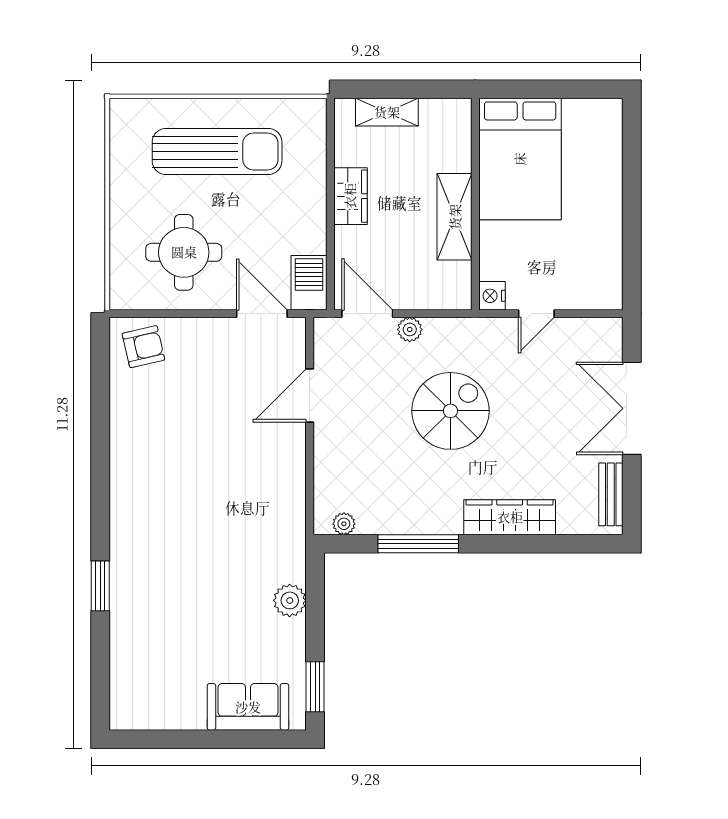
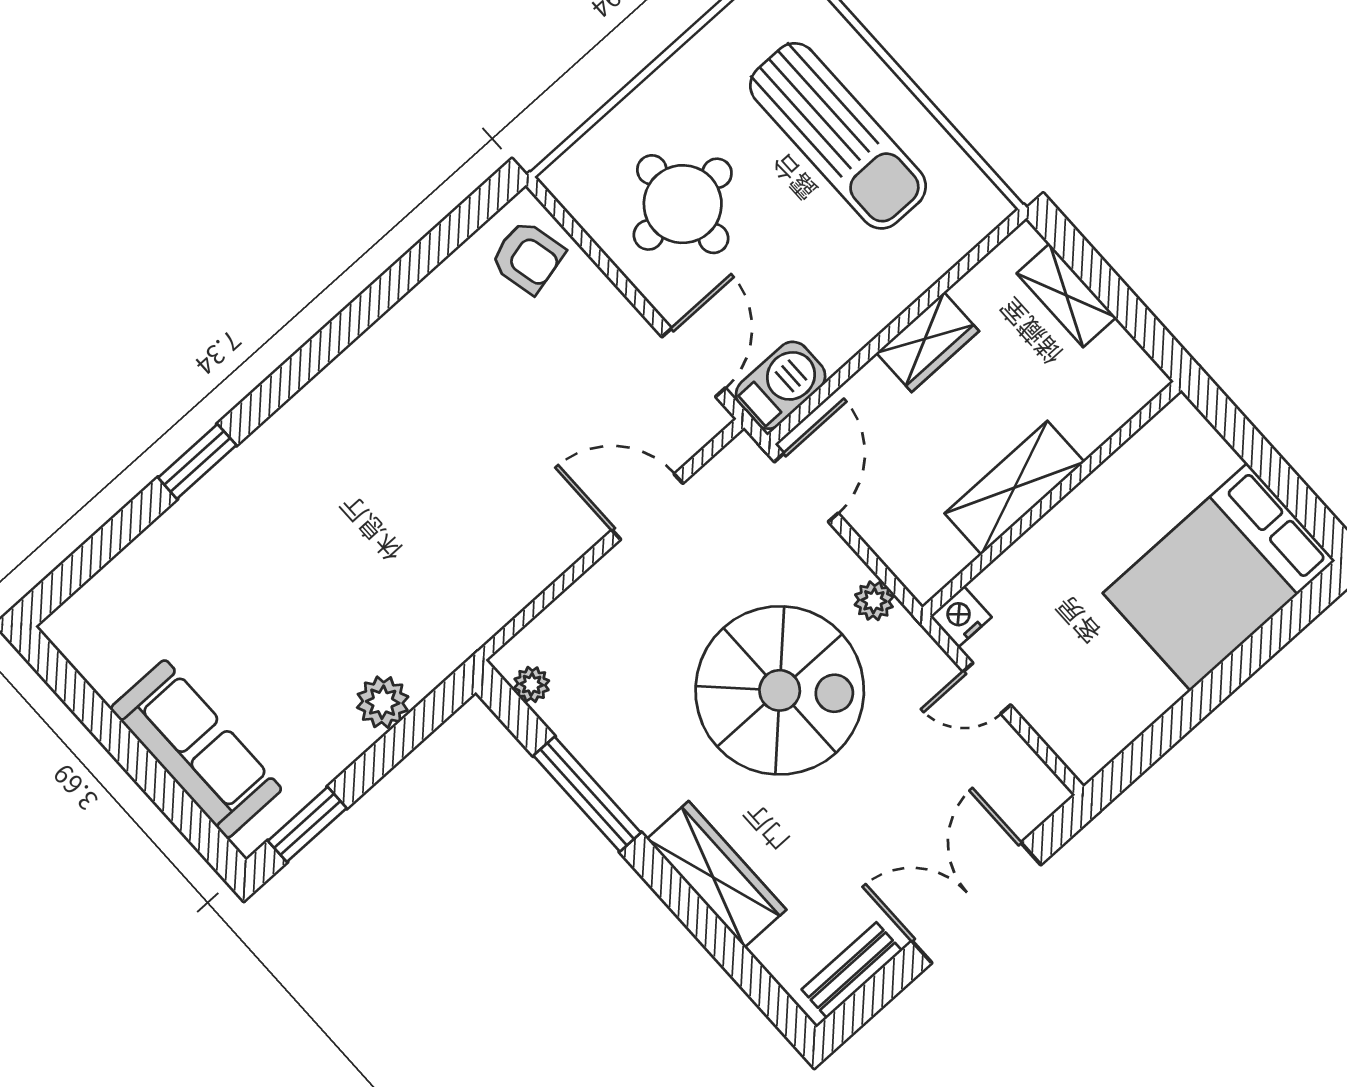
bed: (520, 159) -> (1219, 577), moved
plant: (410, 329) -> (874, 601), moved
spiral stairs: (451, 411) -> (780, 690), width x1.37, depth x1.37
sofa: (248, 707) -> (196, 749), width x1.36

